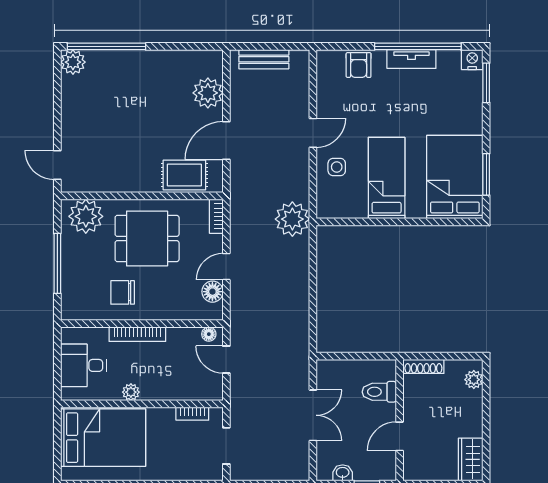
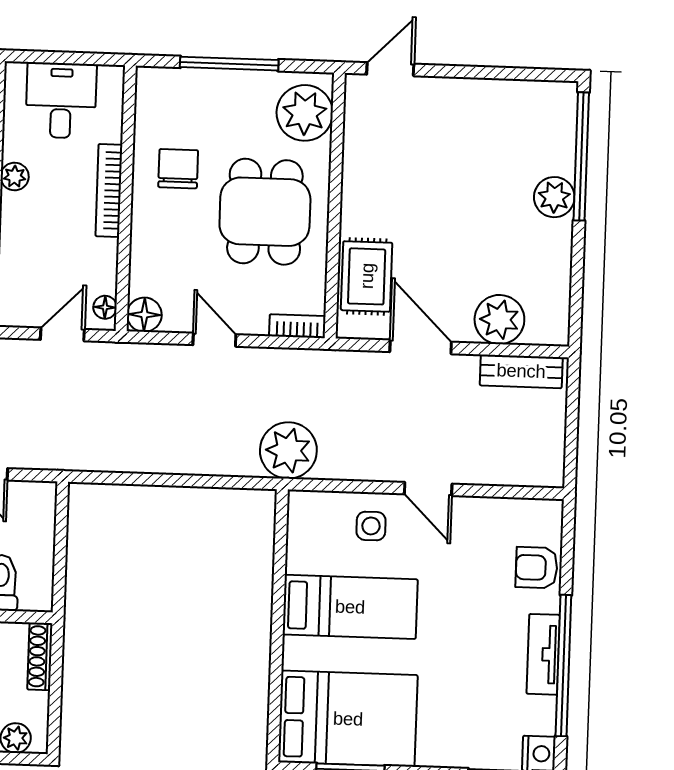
bench: (264, 59) -> (521, 371), moved, turned 90
plant: (73, 62) -> (554, 197), moved
floor lamp: (212, 292) -> (144, 315), moved

